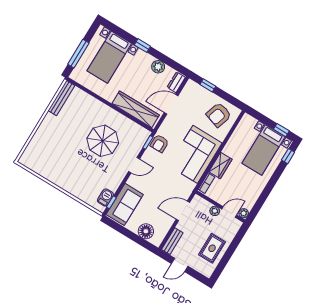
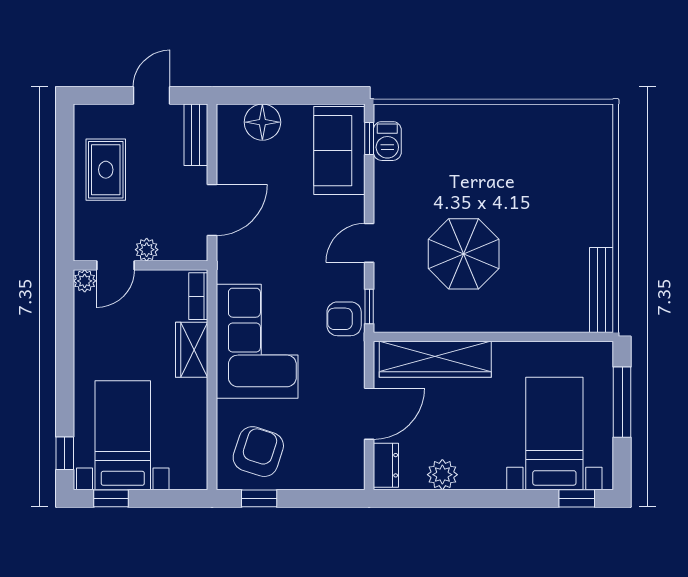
window: (142, 46) -> (577, 498), moved
window: (208, 85) -> (259, 498), moved
armchair: (159, 144) -> (344, 319), turned -90

